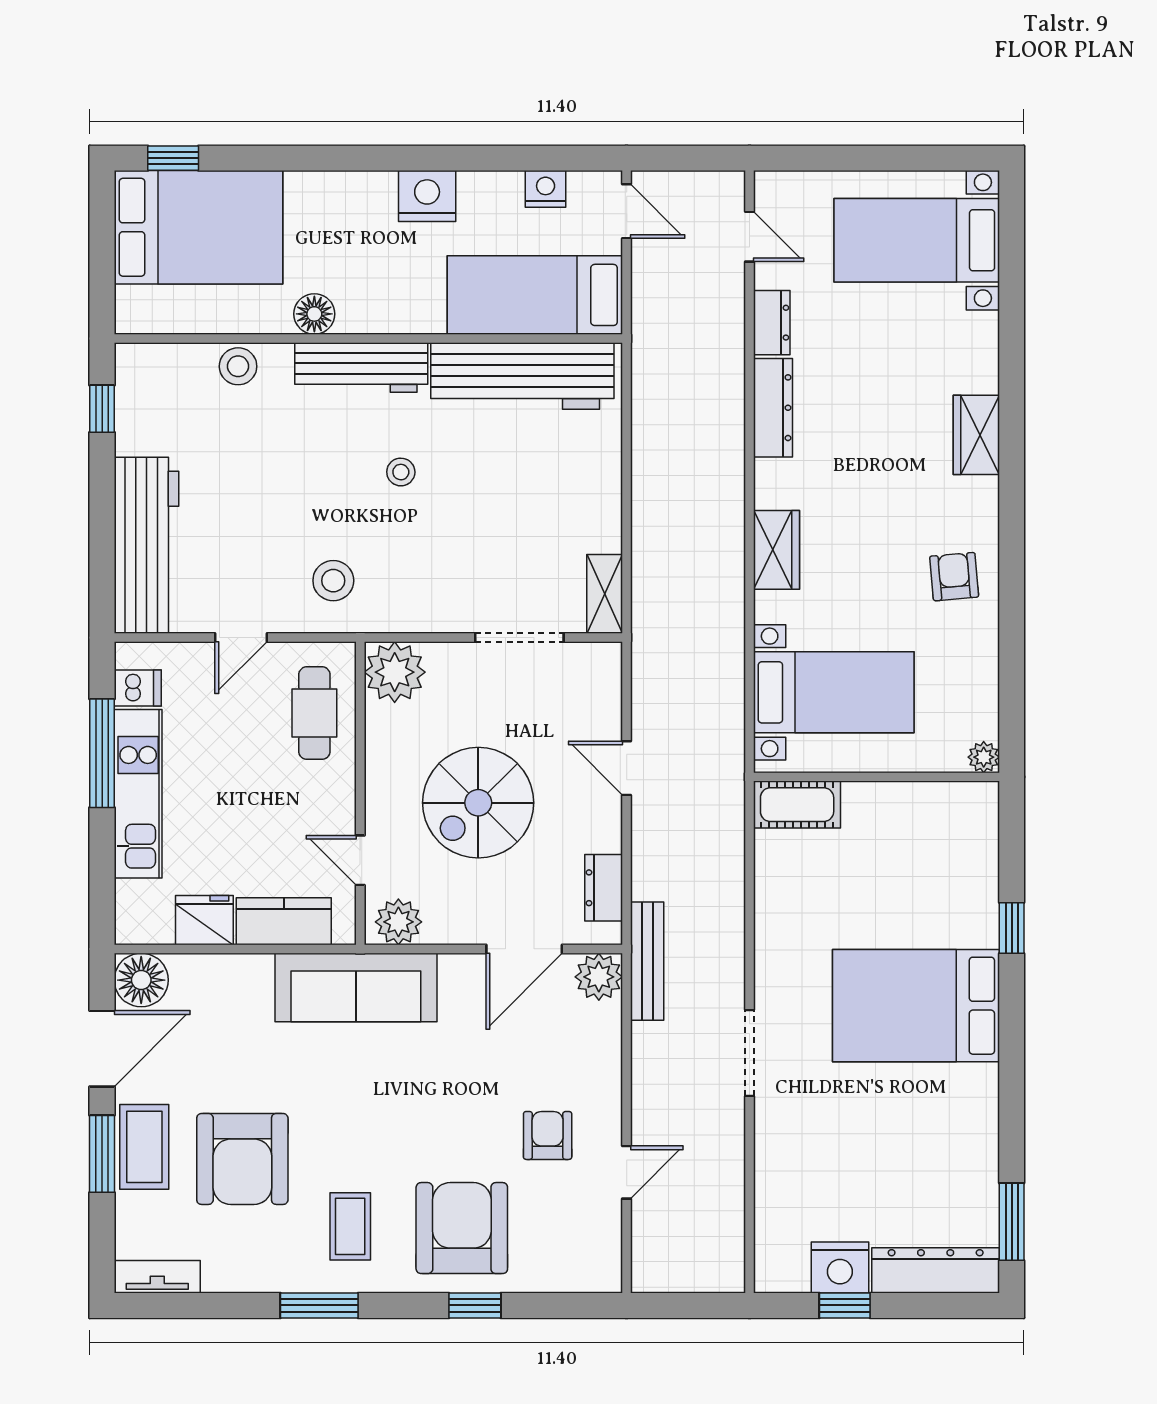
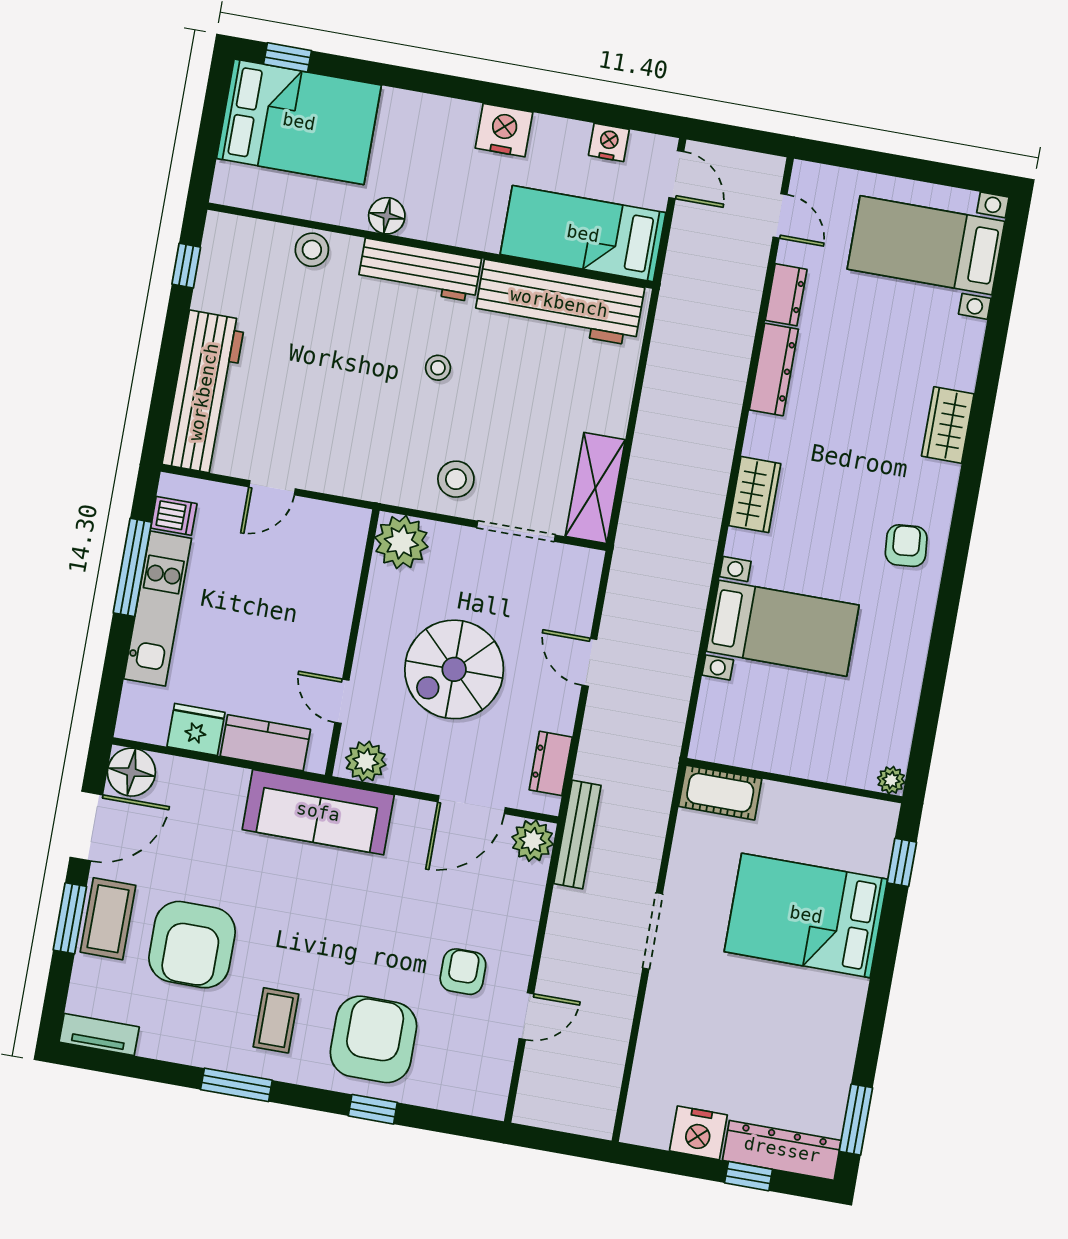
stool: (333, 581) -> (456, 479), moved
shelving: (605, 594) -> (595, 488), width x1.50, depth x1.33
cafe table: (314, 713) -> (325, 565), removed
plant: (984, 757) -> (891, 780), moved
wall: (876, 777) -> (794, 781), moved
cot: (797, 805) -> (720, 793), moved
window: (845, 1305) -> (749, 1176), moved

